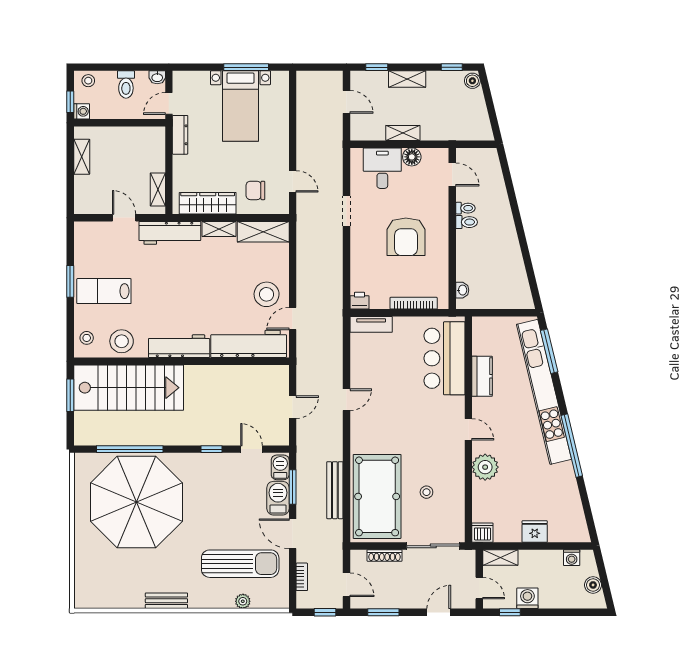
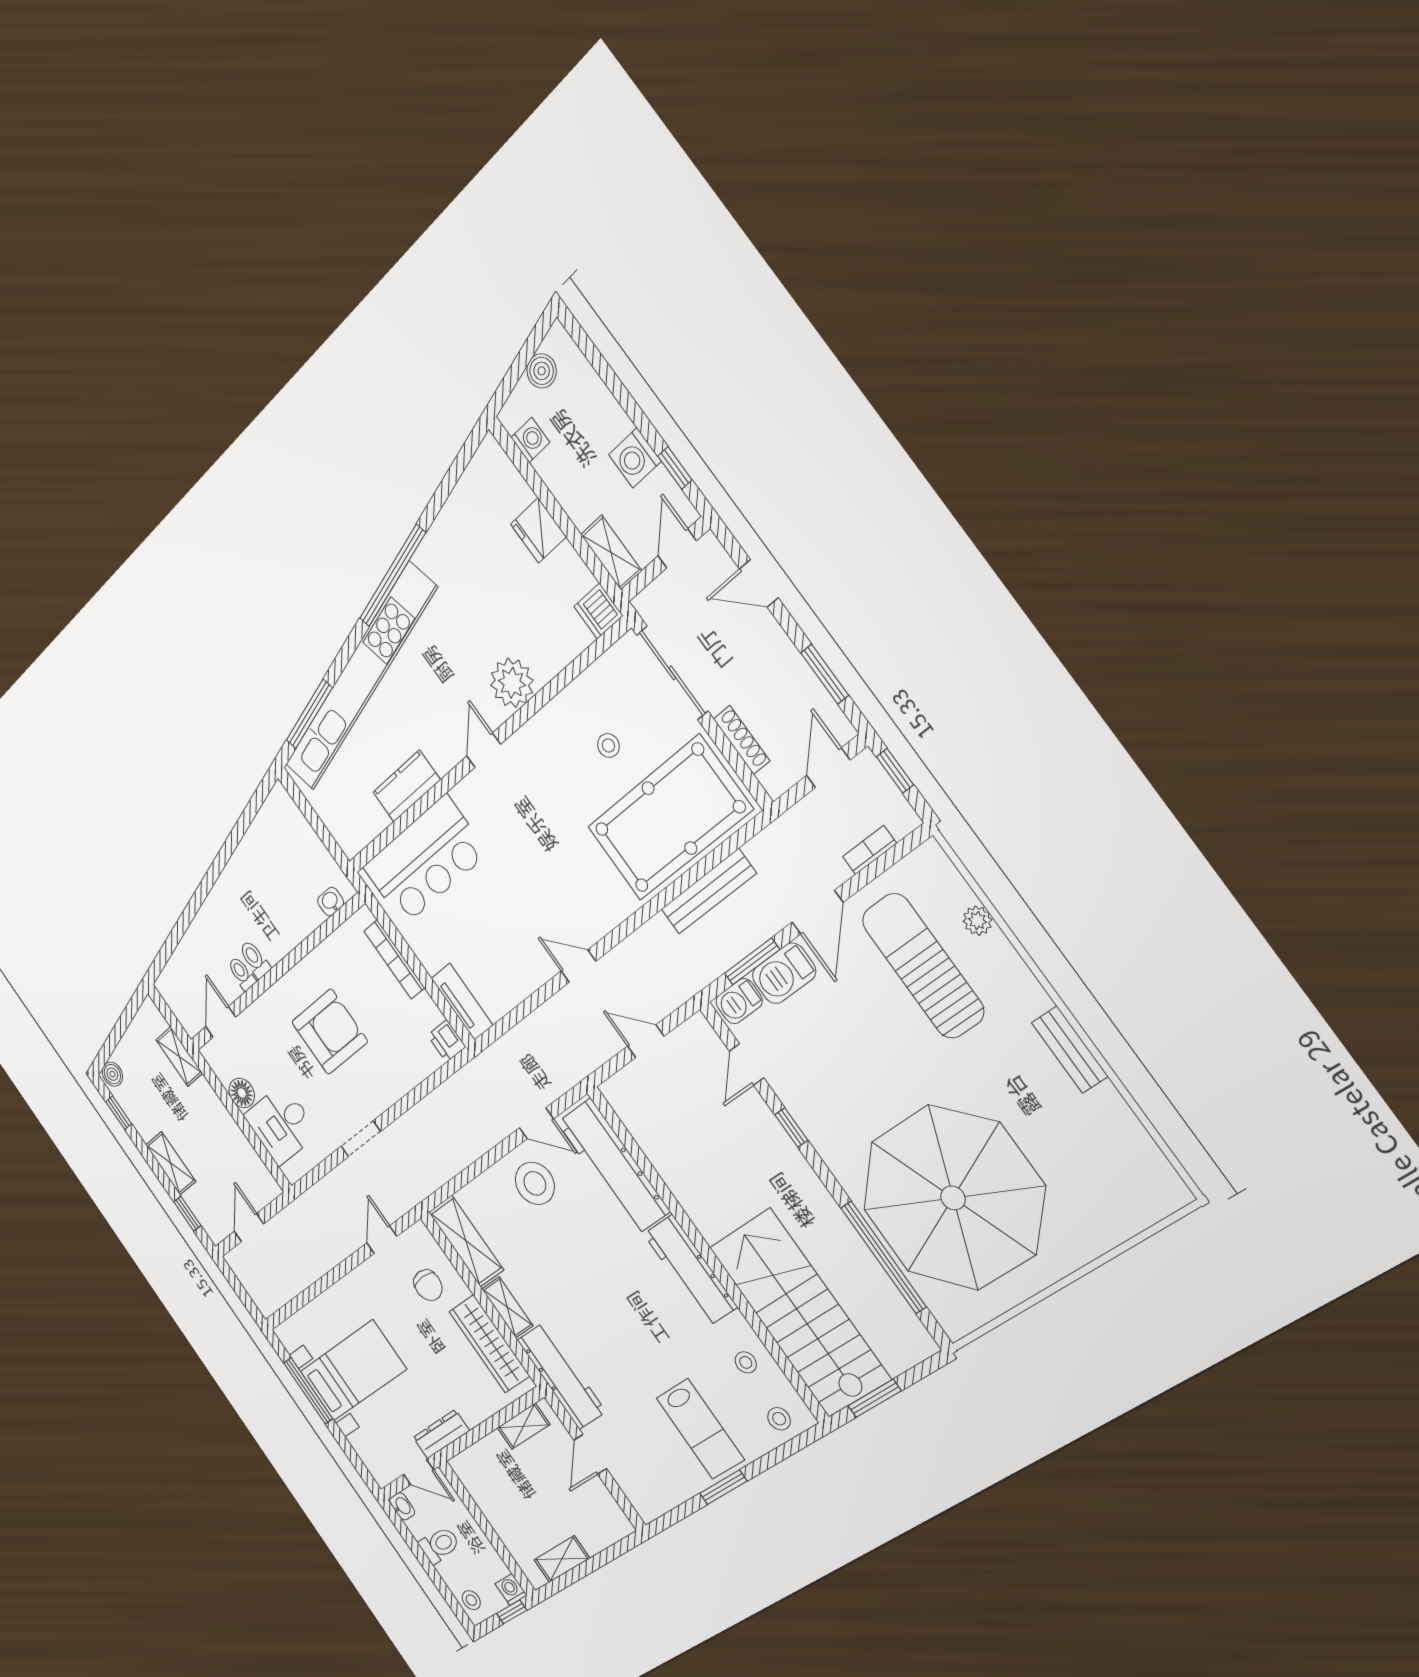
shelving: (403, 133) -> (179, 1057), moved
stool: (122, 341) -> (746, 1362), width x0.53, depth x0.53

